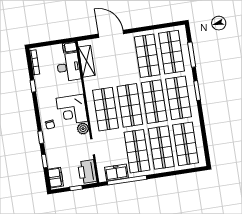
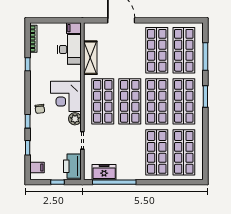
shelving: (87, 61) -> (90, 58), moved
shop shelf: (137, 151) -> (130, 152), removed
filing cabinet: (56, 178) -> (37, 167), width x0.50

